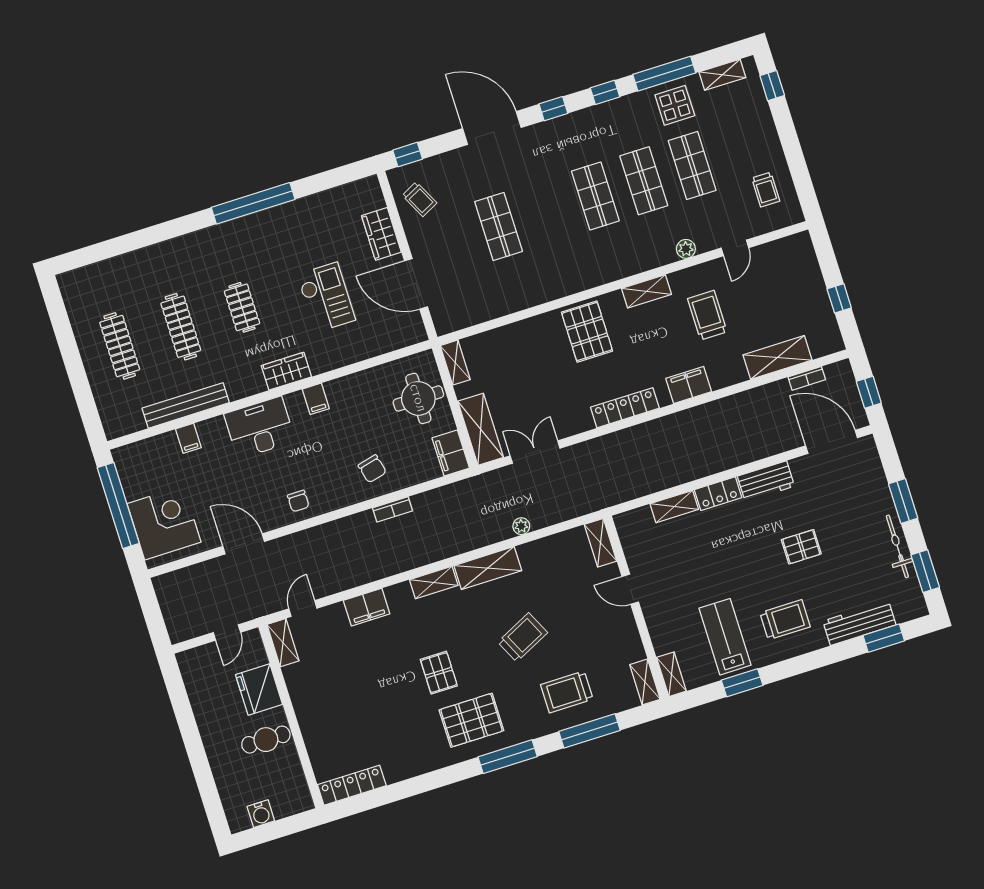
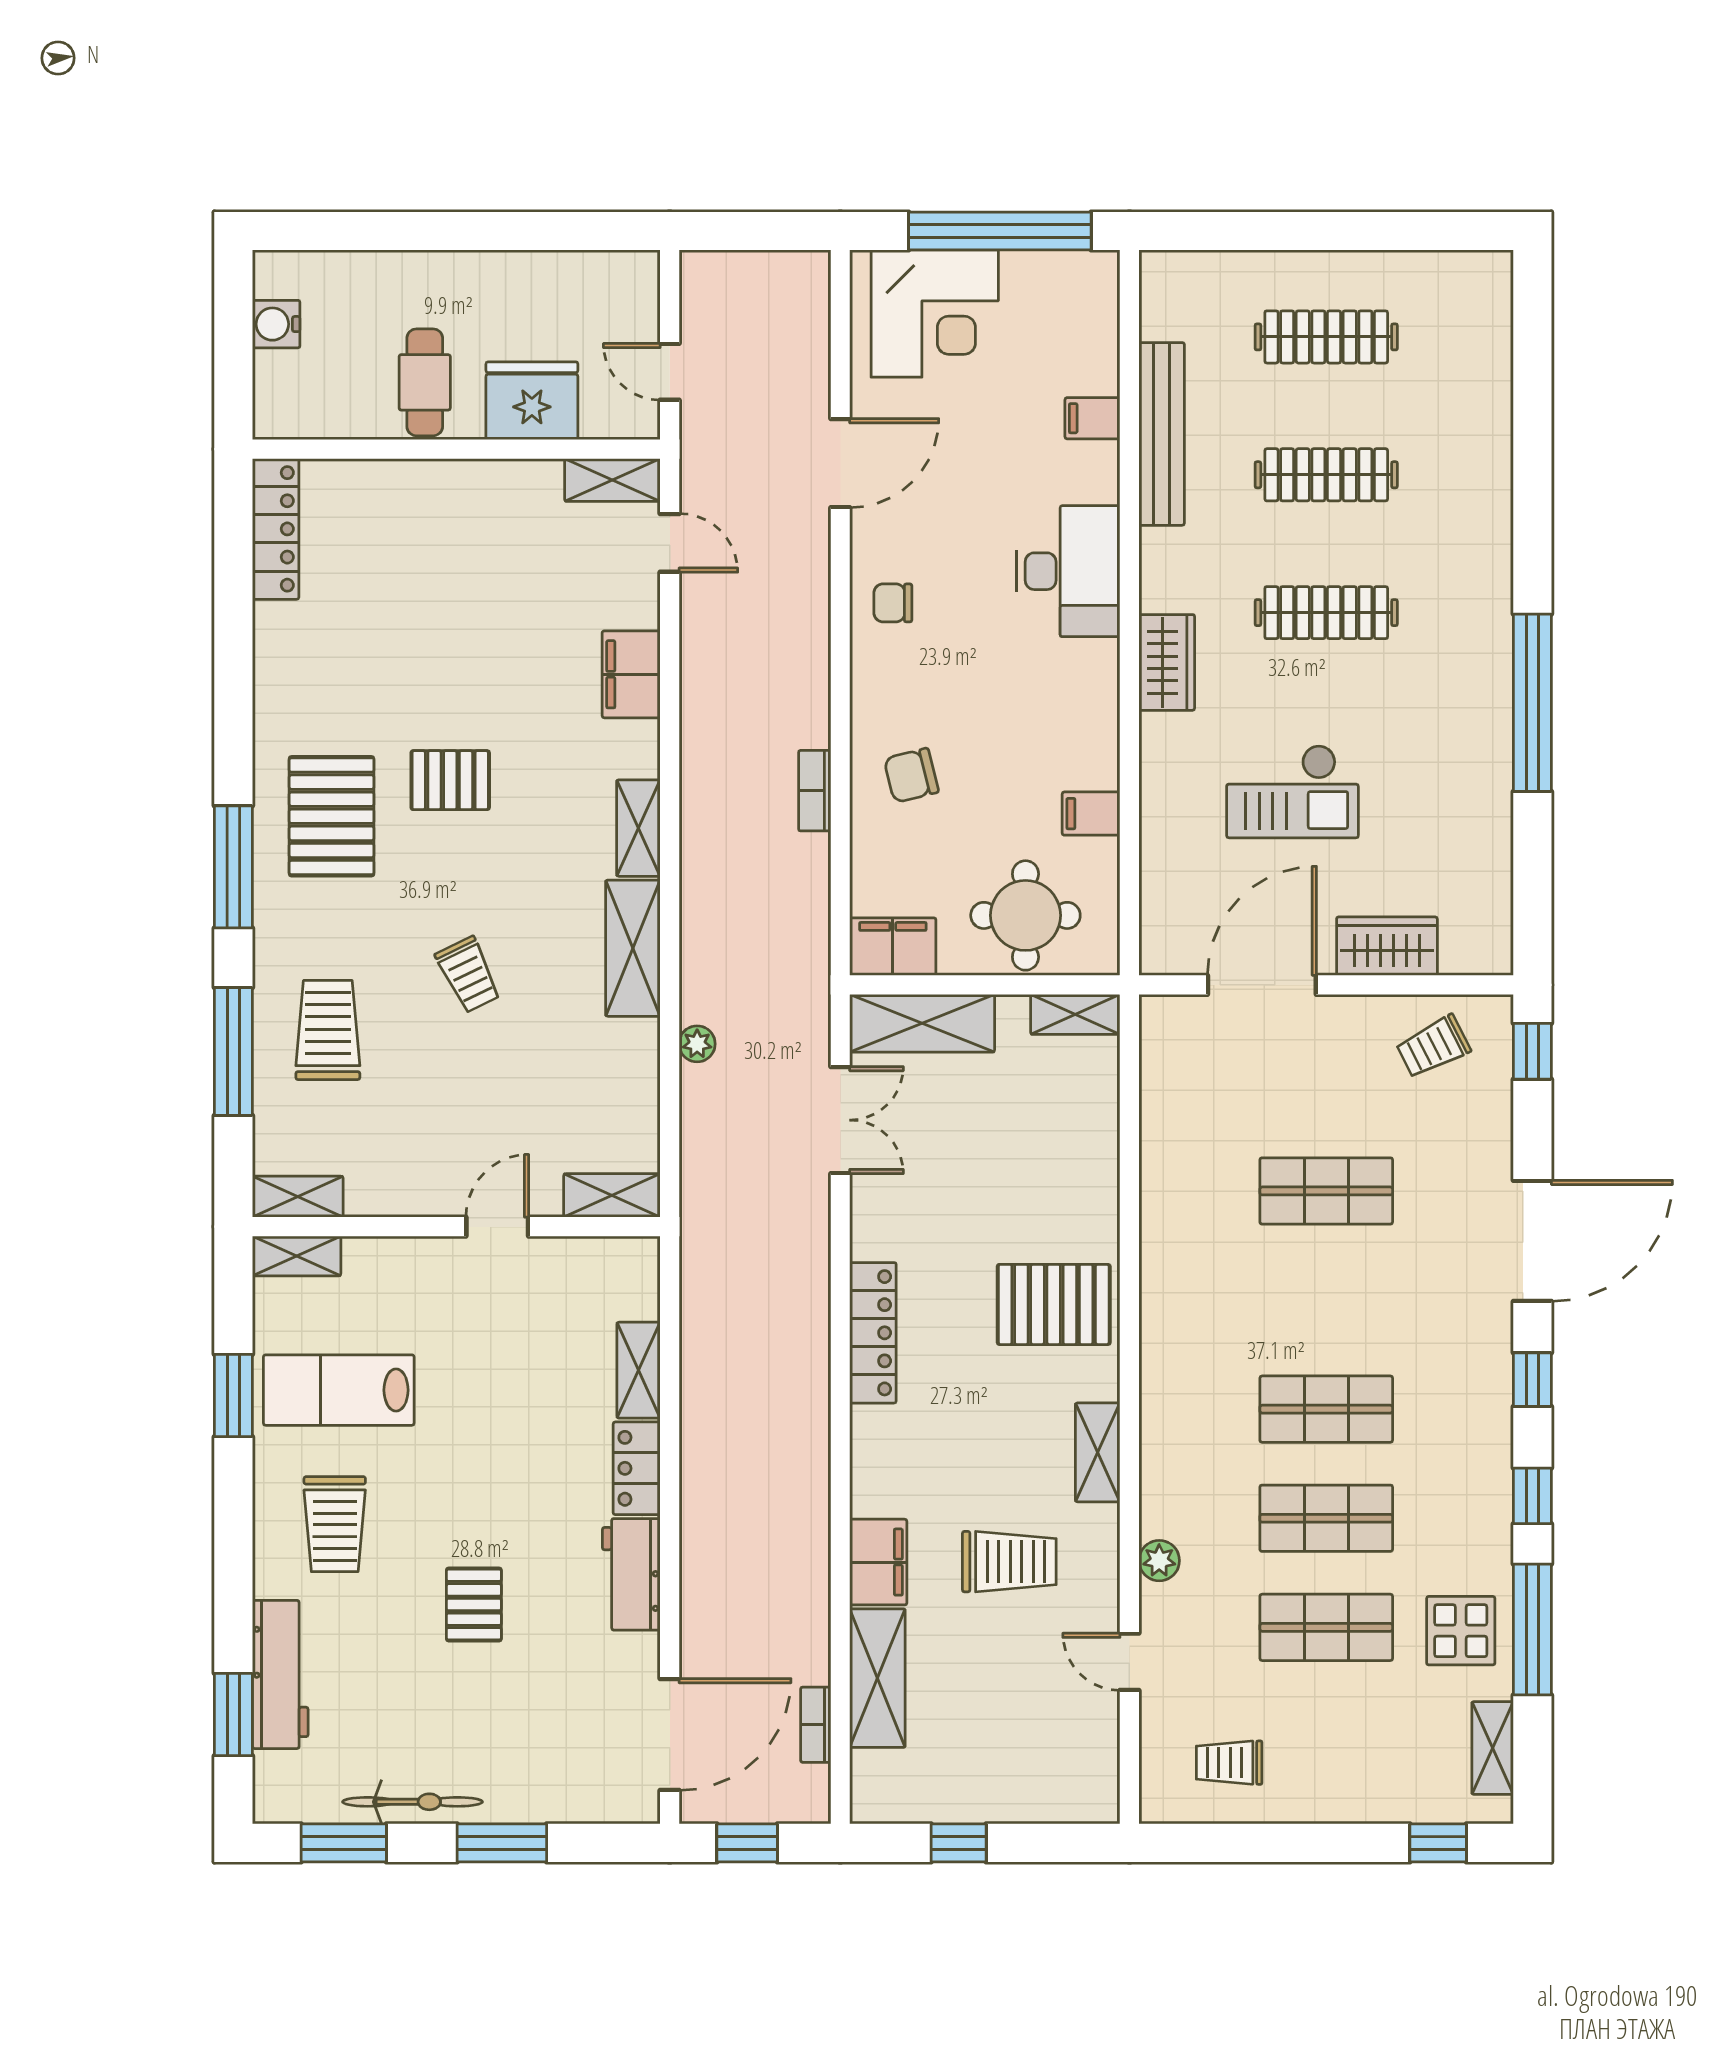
clothes rail: (242, 307) -> (1326, 613), width x1.36
filing cabinet: (689, 385) -> (878, 1562), moved
filing cabinet: (316, 399) -> (1091, 814), moved
trolley: (523, 637) -> (468, 975), width x0.73, depth x0.72
lab bench: (725, 637) -> (339, 1390), turned 180

